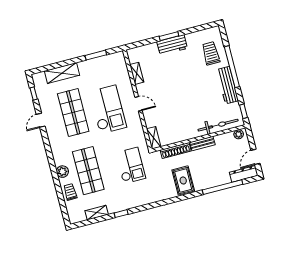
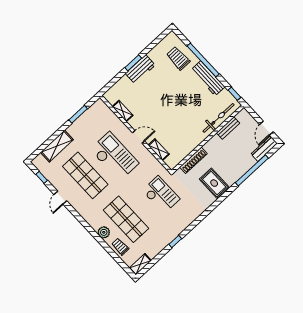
plant: (239, 134) -> (241, 116), removed
shelving: (154, 138) -> (159, 150), moved
bench: (202, 144) -> (228, 128), moved
shelving: (97, 213) -> (140, 264), moved

